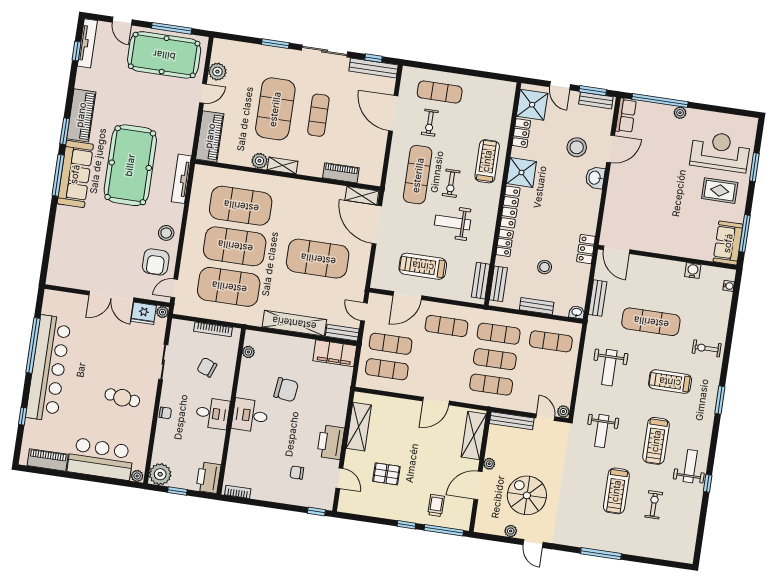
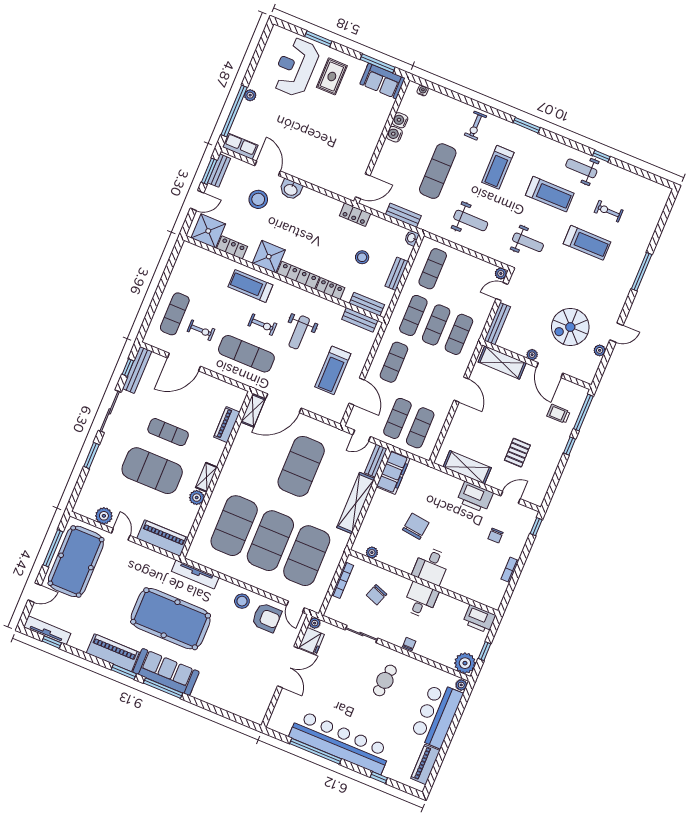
water cooler: (677, 268) -> (394, 134), added
bookcase: (238, 492) -> (510, 570), moved

